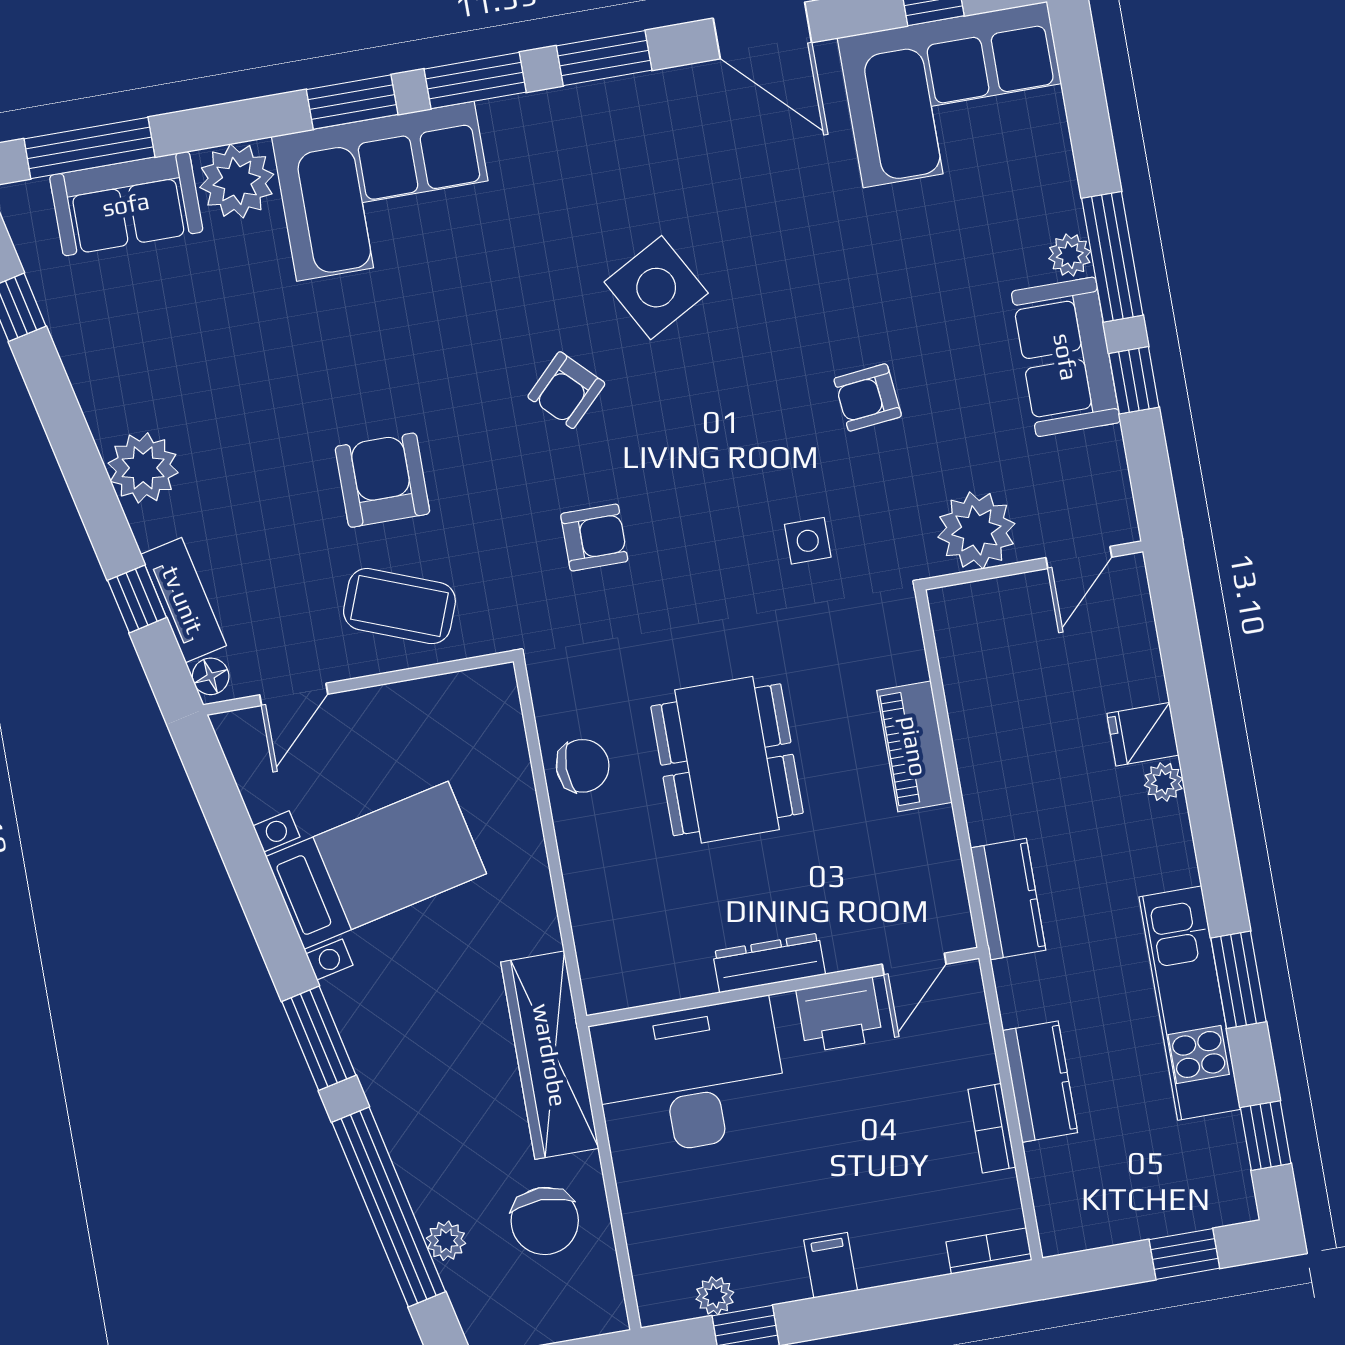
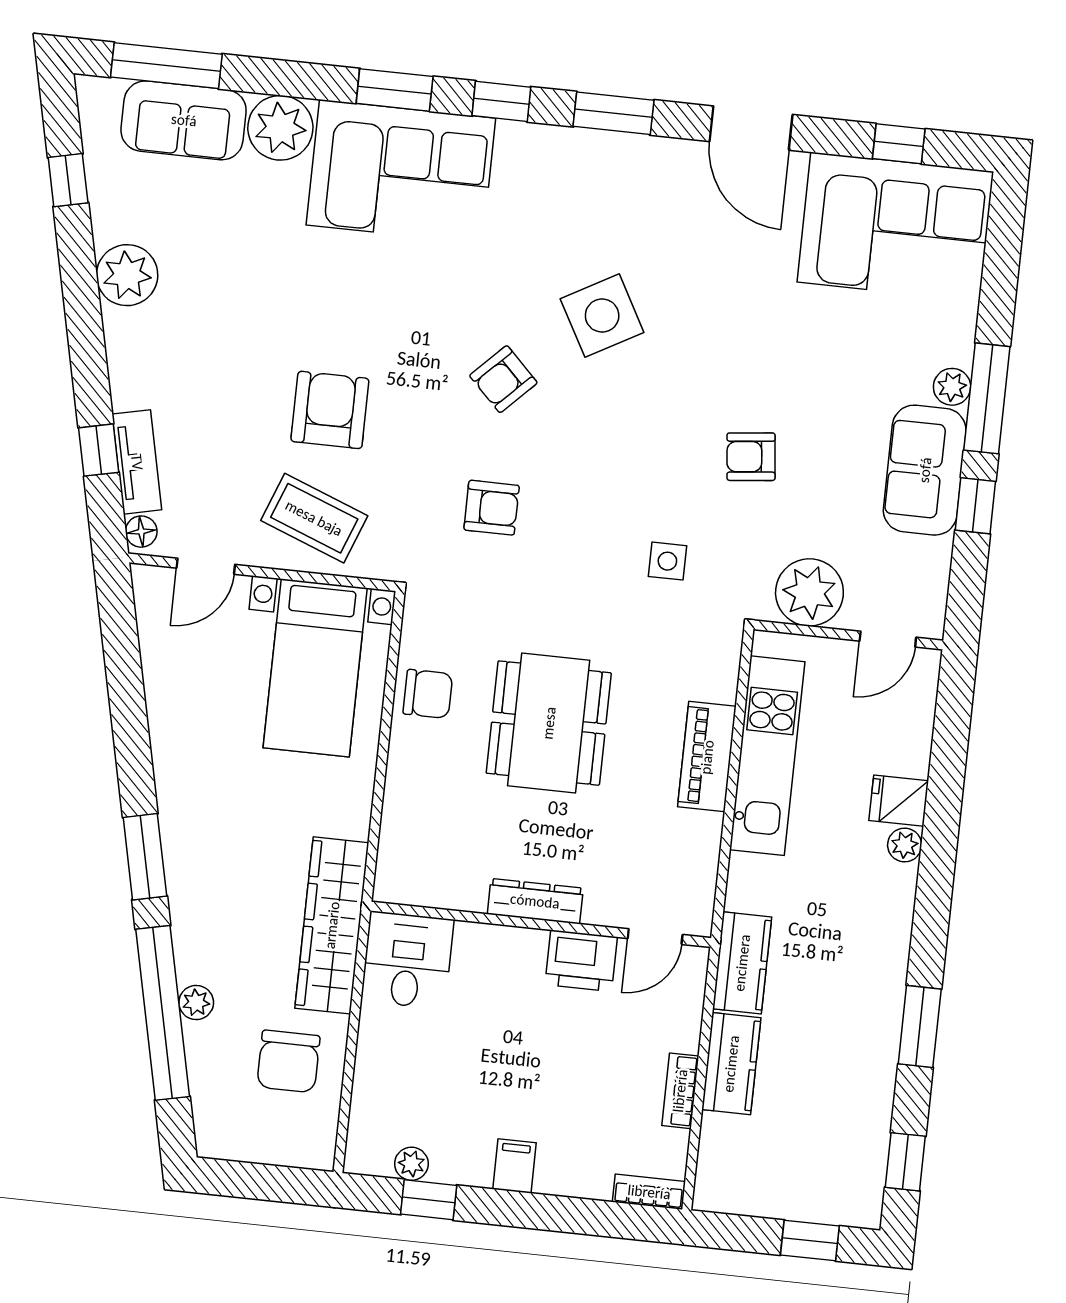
window: (475, 81) -> (501, 101), width x0.67
plant: (143, 468) -> (127, 275), moved
bed with nightstands: (376, 865) -> (315, 668), moved, turned 103
kitchen counter: (1008, 899) -> (742, 963), moved
kitchen unit: (1190, 1003) -> (767, 756), moved, turned 180
desk: (690, 1078) -> (407, 960), width x0.53, depth x0.77
plant: (446, 1241) -> (196, 1003), moved

